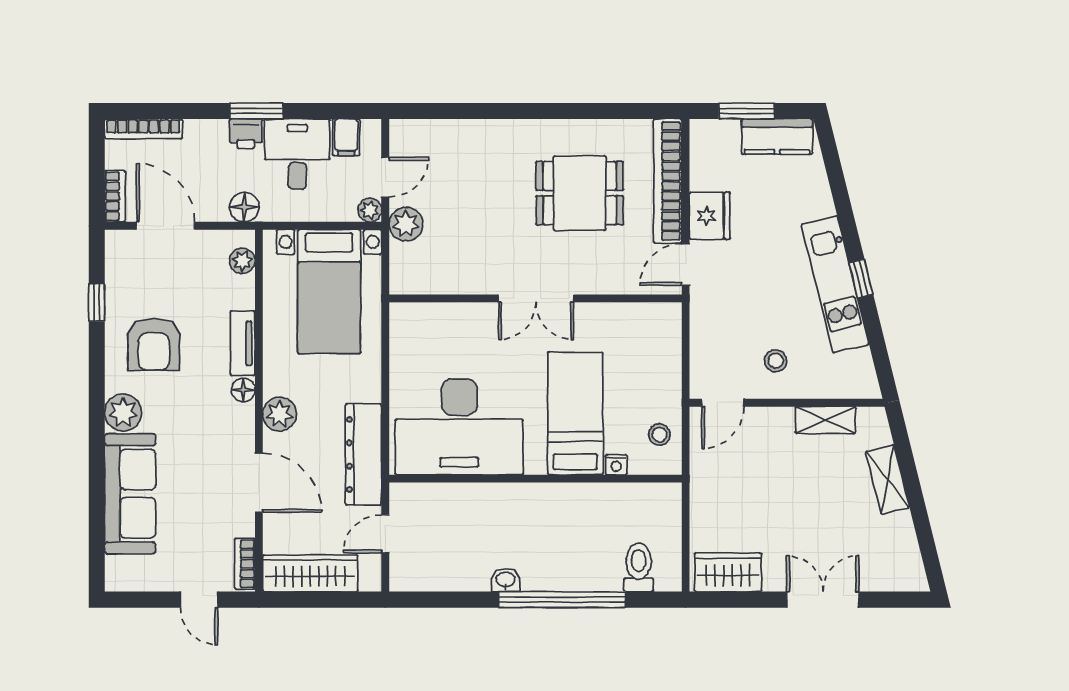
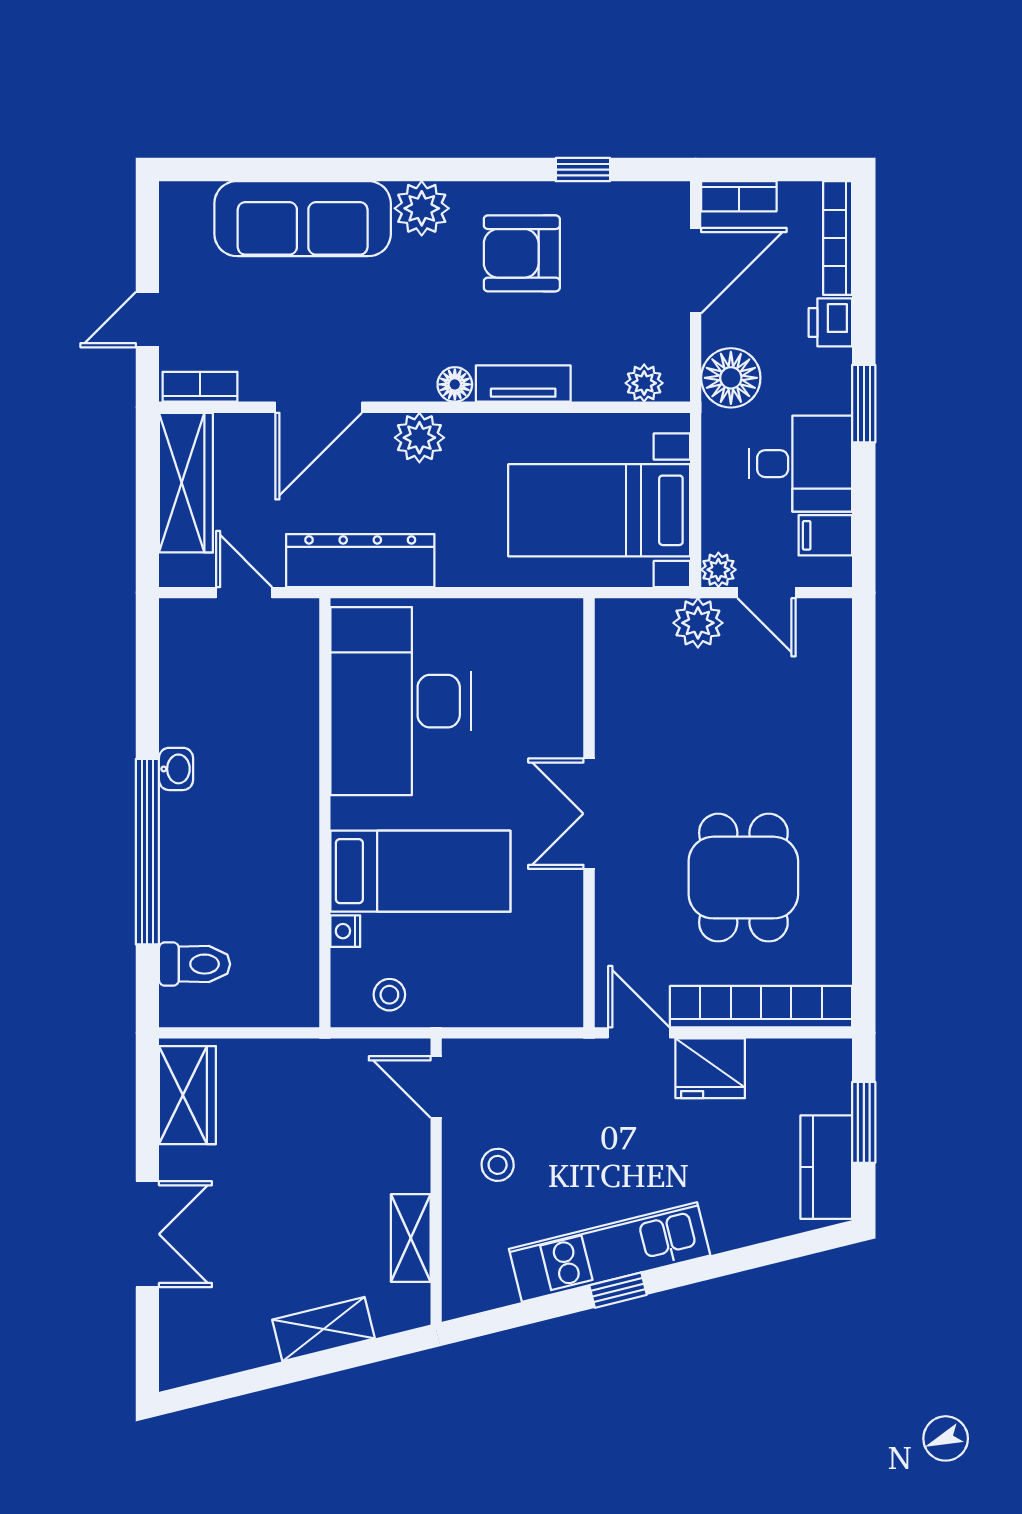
printer: (246, 134) -> (830, 322), moved
floor lamp: (244, 207) -> (731, 378), width x1.38, depth x1.38

